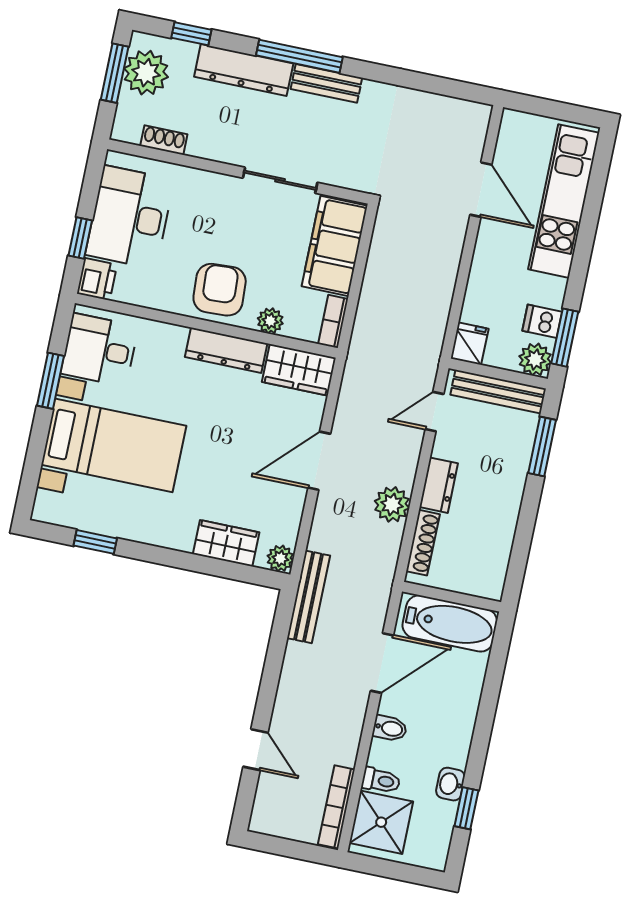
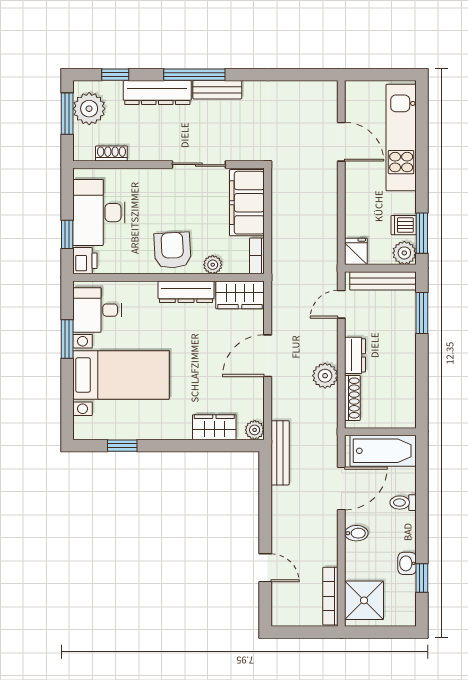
toilet: (381, 781) -> (403, 503), moved, turned 180

